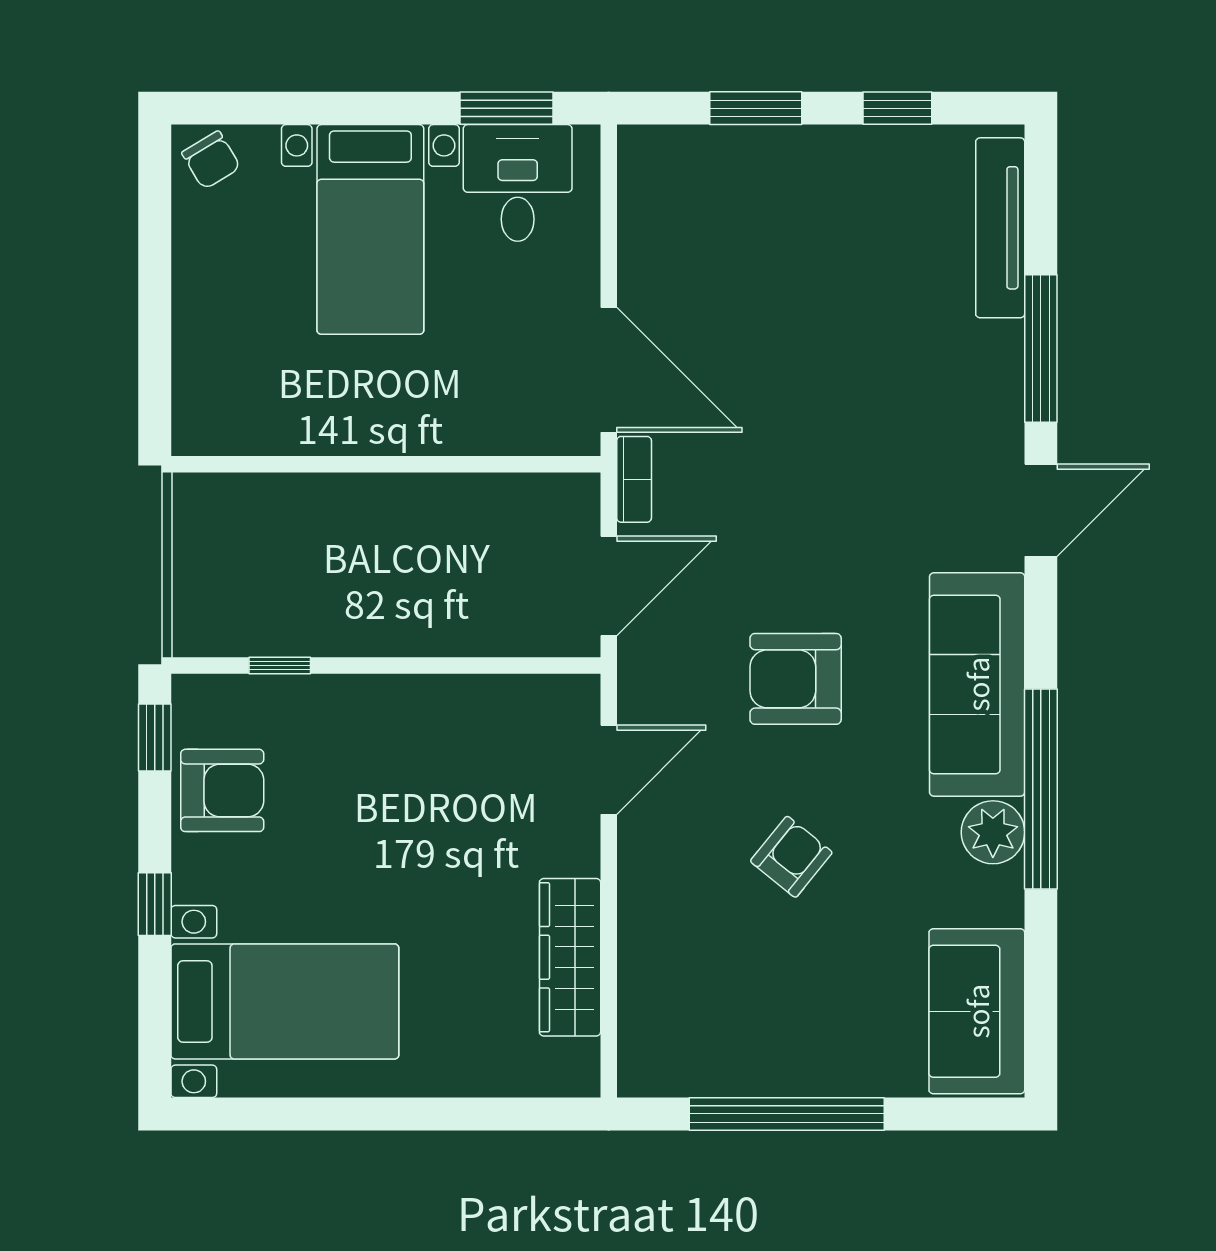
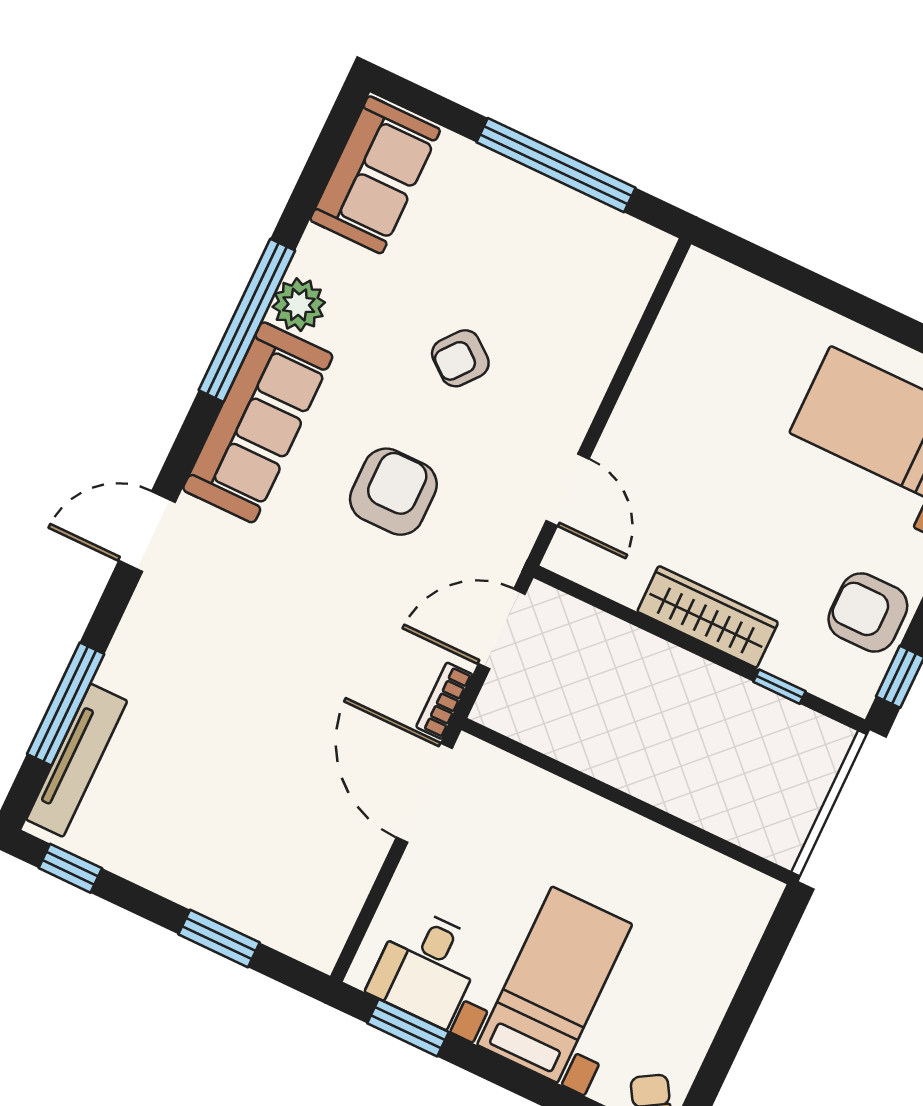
window: (897, 108) -> (70, 868), moved
window: (1041, 348) -> (66, 704), moved
armchair: (796, 679) -> (393, 492), turned -90
door: (609, 770) -> (568, 490), swing flipped
wardrobe: (570, 957) -> (708, 617), moved, turned -90

